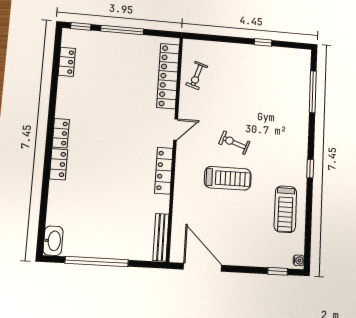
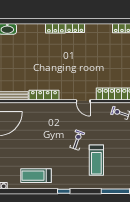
locker: (164, 171) -> (44, 95), moved
treadmill: (228, 178) -> (96, 160), moved

